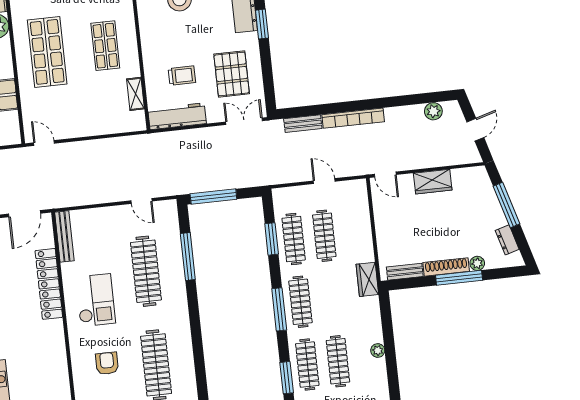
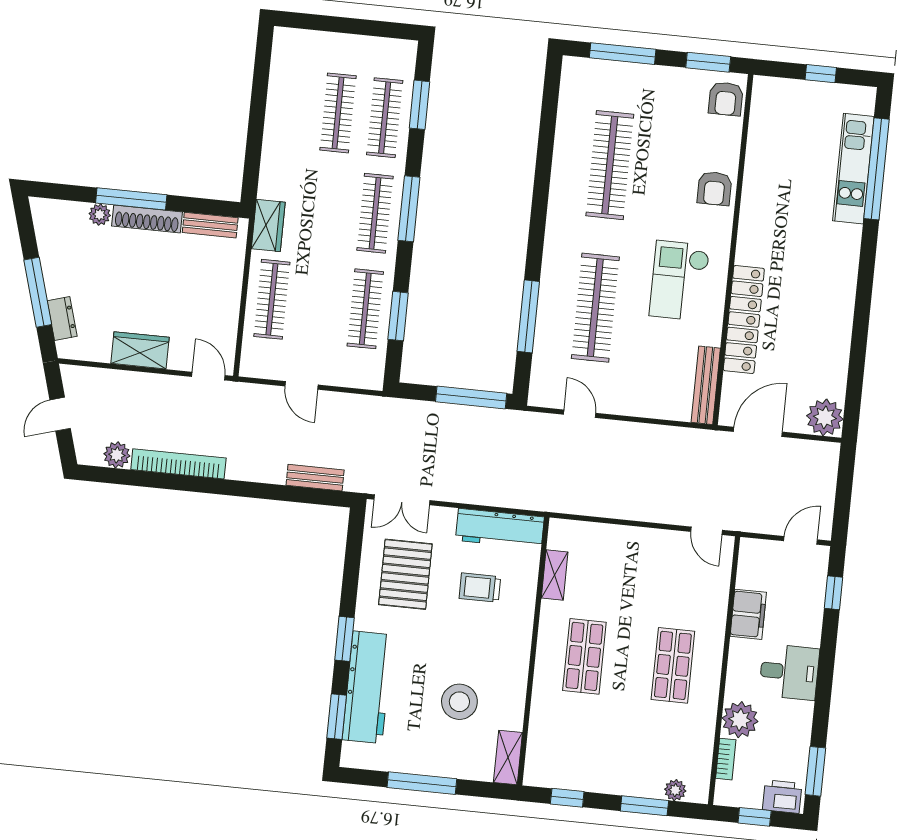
shop shelf: (47, 52) -> (673, 665), width x0.70, depth x0.74
bookcase: (353, 118) -> (178, 464), moved
clothes rail: (324, 236) -> (272, 299), moved
dresser: (507, 240) -> (62, 318), moved
plant: (378, 350) -> (275, 116), removed
armchair: (107, 363) -> (714, 188), moved

